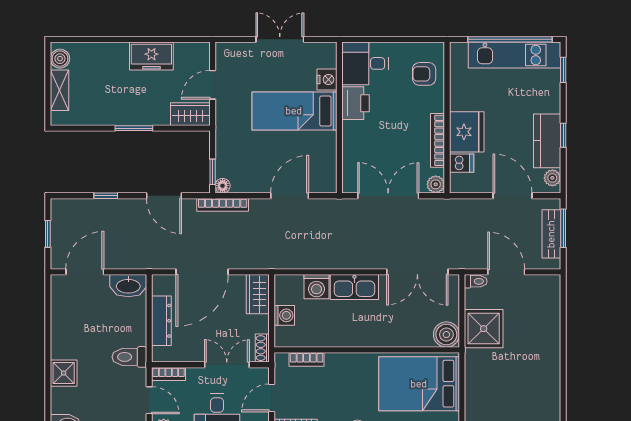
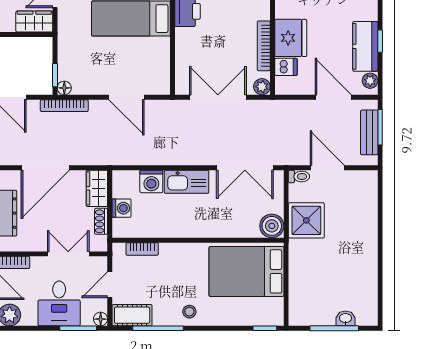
door: (290, 196) -> (126, 97), swing flipped
shoe rack: (262, 348) -> (101, 221), moved

